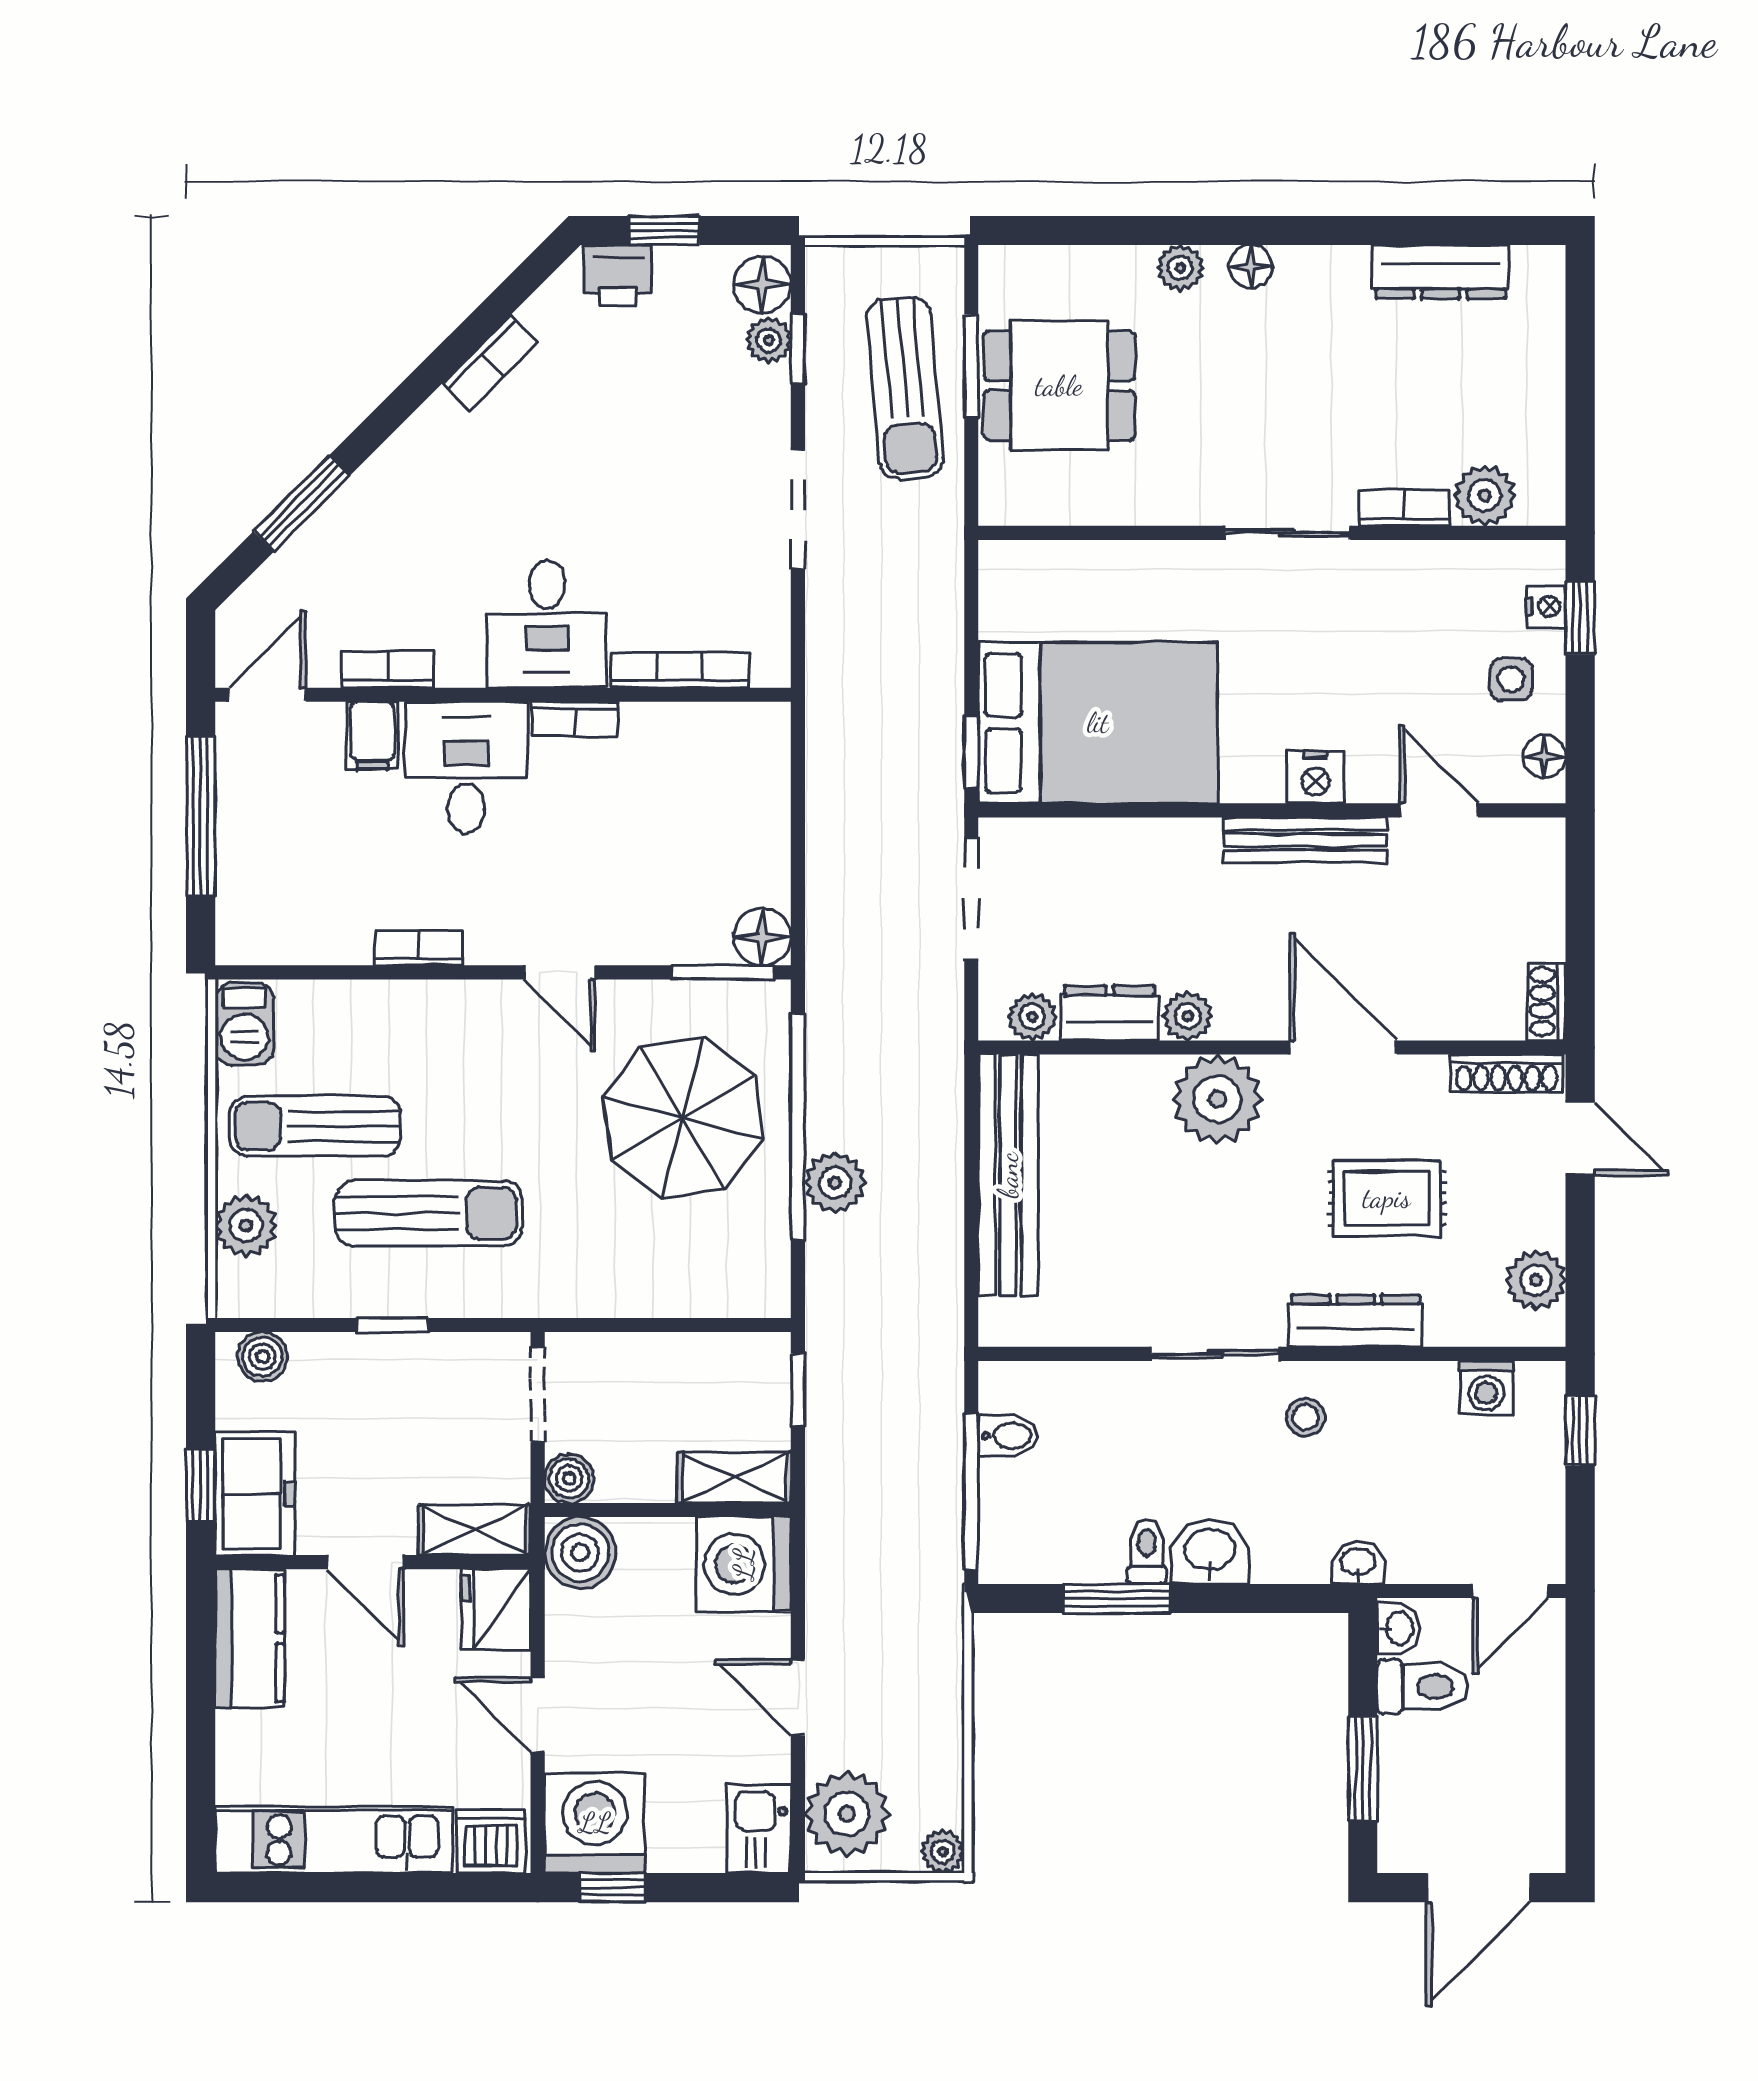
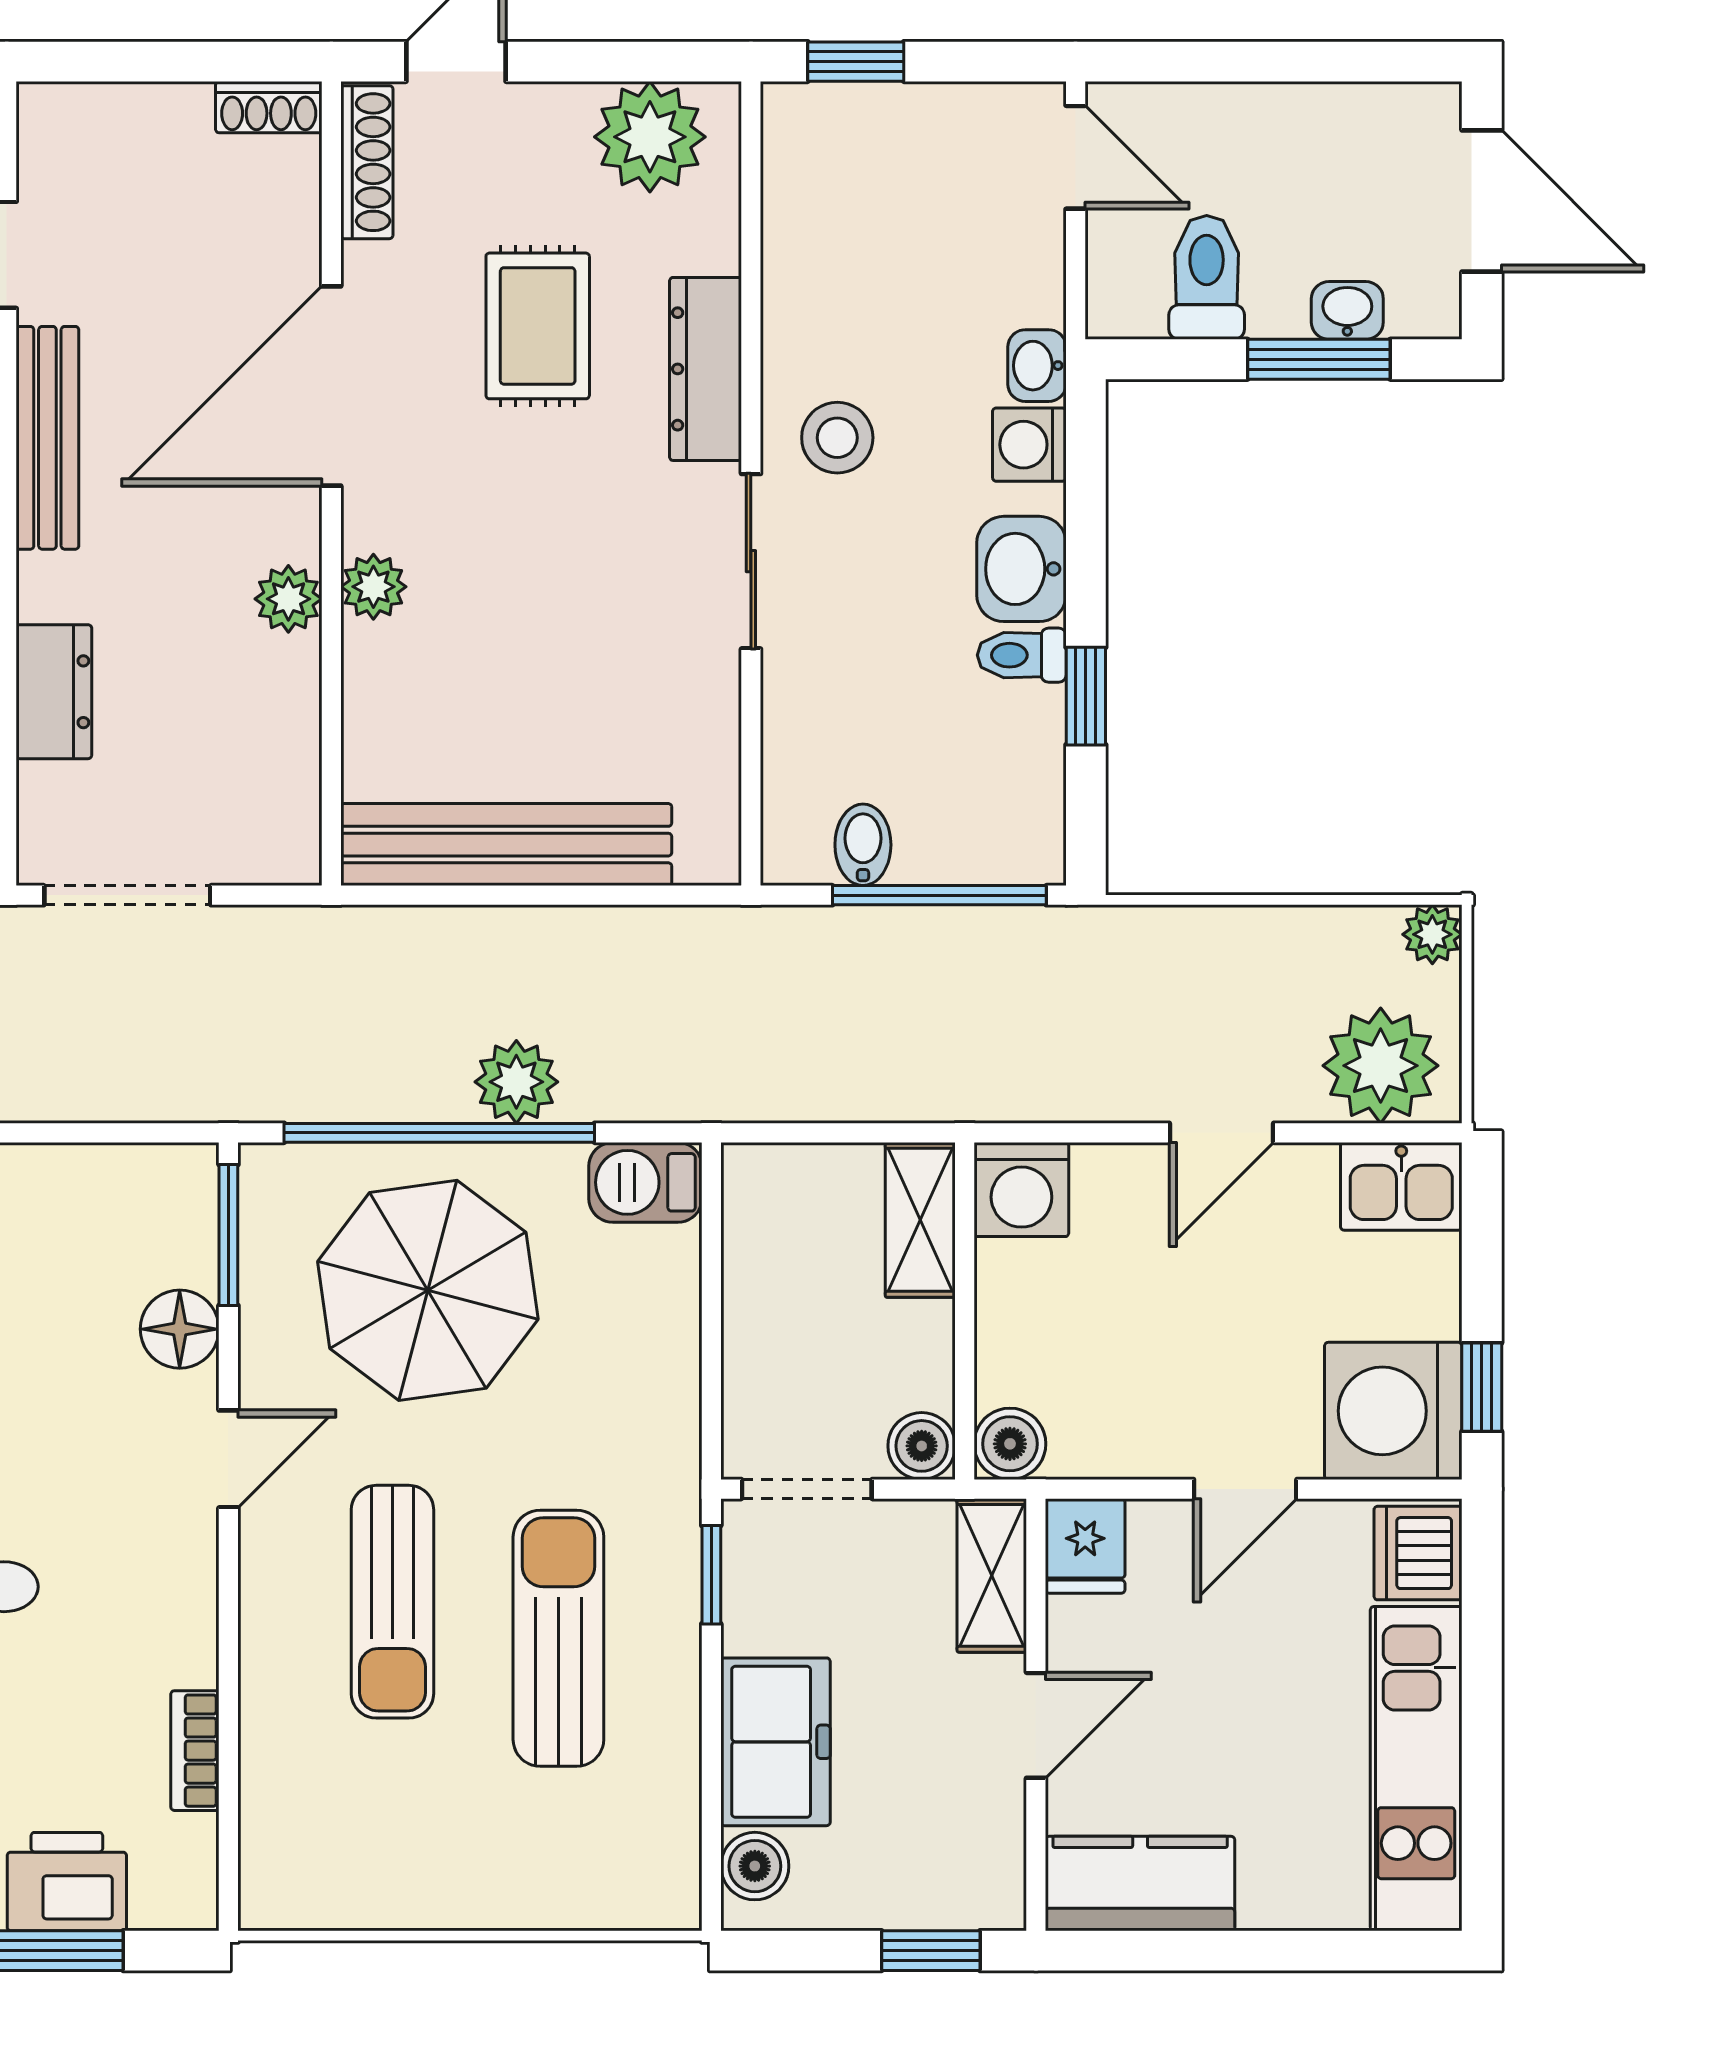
printer: (251, 854) -> (67, 1882), added
floor lamp: (762, 937) -> (180, 1329), moved
bookcase: (419, 948) -> (195, 1751), moved
dresser: (1110, 1013) -> (54, 692), moved, turned 180
plant: (1032, 1017) -> (289, 812), removed
barbecue: (244, 1024) -> (645, 1182), moved, turned 180
door: (1343, 1047) -> (331, 386), width x1.36
plant: (1217, 1099) -> (373, 587), width x0.53, depth x0.53
sun lounger: (315, 1126) -> (392, 1602), moved
plant: (246, 1225) -> (575, 1888), removed
plant: (1536, 1280) -> (650, 137), width x1.36, depth x1.36
window: (392, 1325) -> (711, 1575), moved
washing machine: (1486, 1388) -> (1029, 445), moved, turned 180
window: (798, 1390) -> (800, 1133), removed
stool: (1305, 1417) -> (837, 438), width x1.37, depth x1.37
freezer: (255, 1494) -> (775, 1742), moved, turned 90
boiler: (580, 1553) -> (1010, 1444), width x0.73, depth x0.73
washing machine: (744, 1564) -> (1021, 1189), width x0.73, depth x0.73
window: (1117, 1599) -> (1086, 696), width x0.67
fridge: (496, 1609) -> (1085, 1546), width x0.72
washbasin: (1398, 1628) -> (1347, 310), moved

